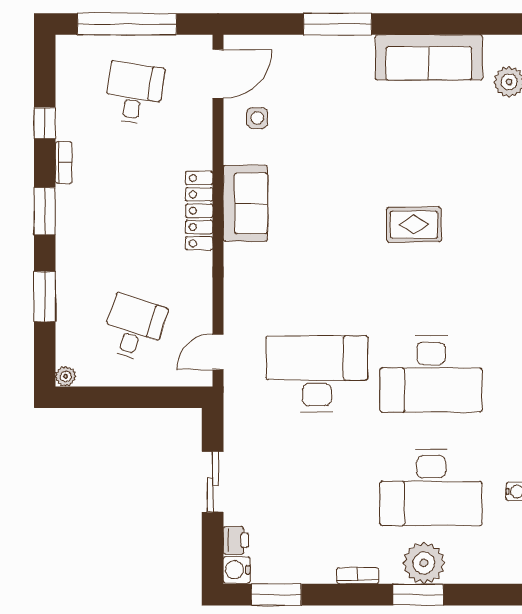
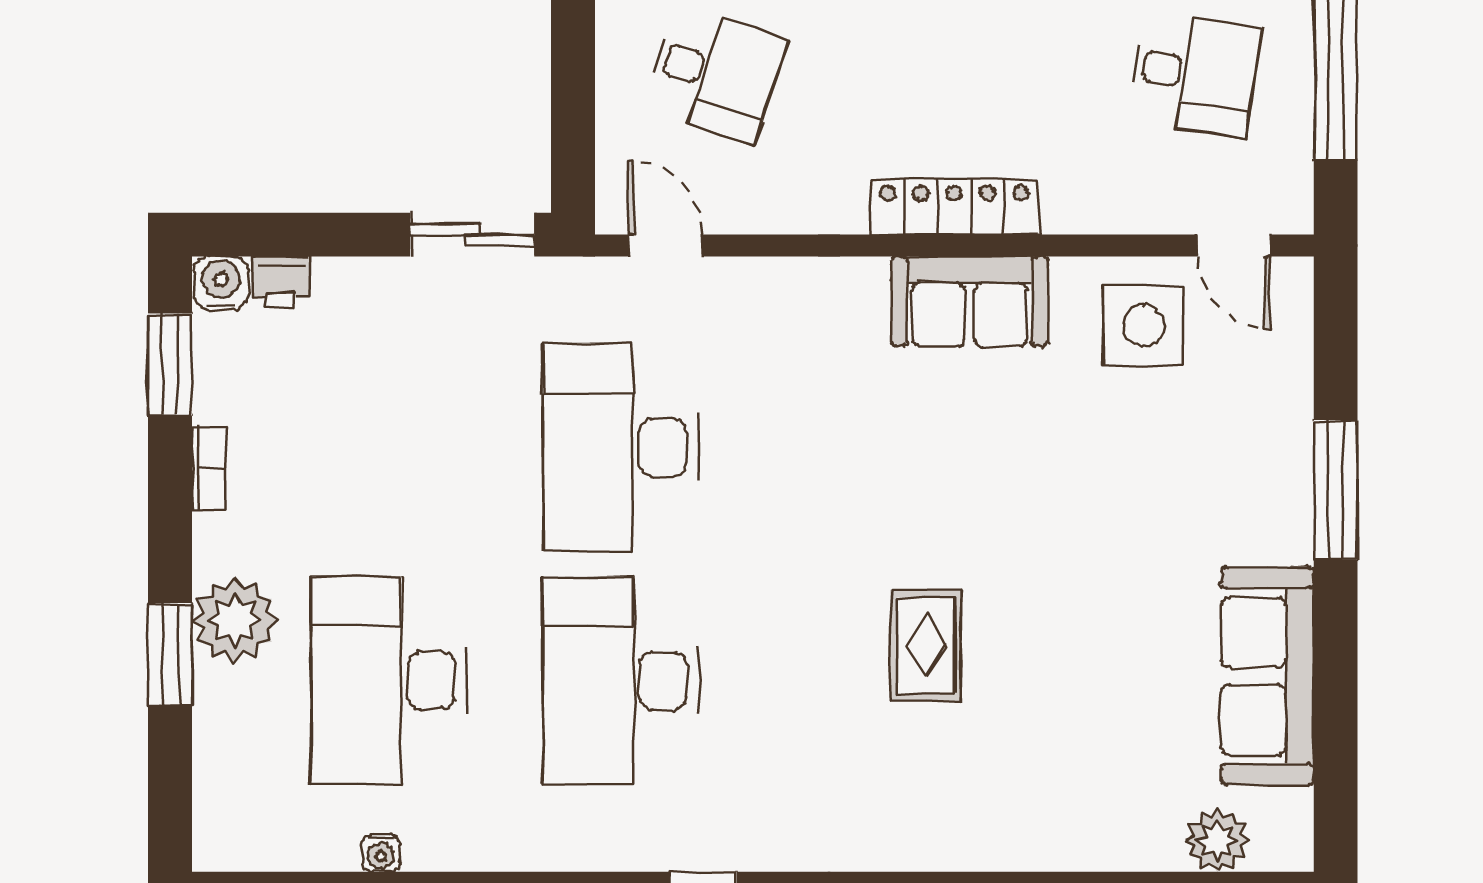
door: (218, 74) -> (1234, 245), width x0.73
side table: (257, 118) -> (1144, 326), width x1.87, depth x1.87
desk: (317, 374) -> (621, 447), turned 180
sliding door: (213, 482) -> (472, 235), moved
plant: (424, 563) -> (235, 620), moved
bookcase: (358, 576) -> (209, 468), moved

